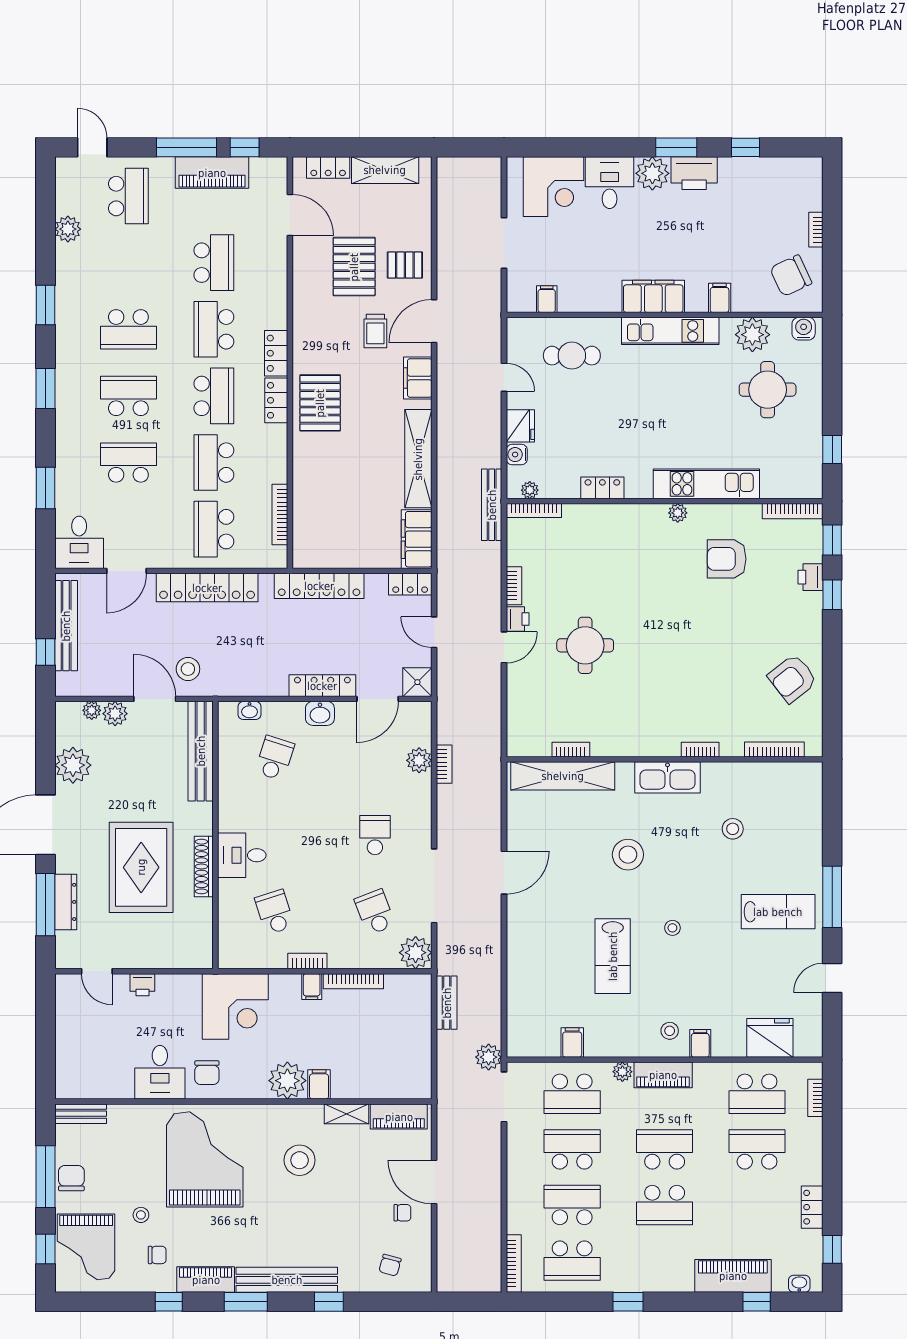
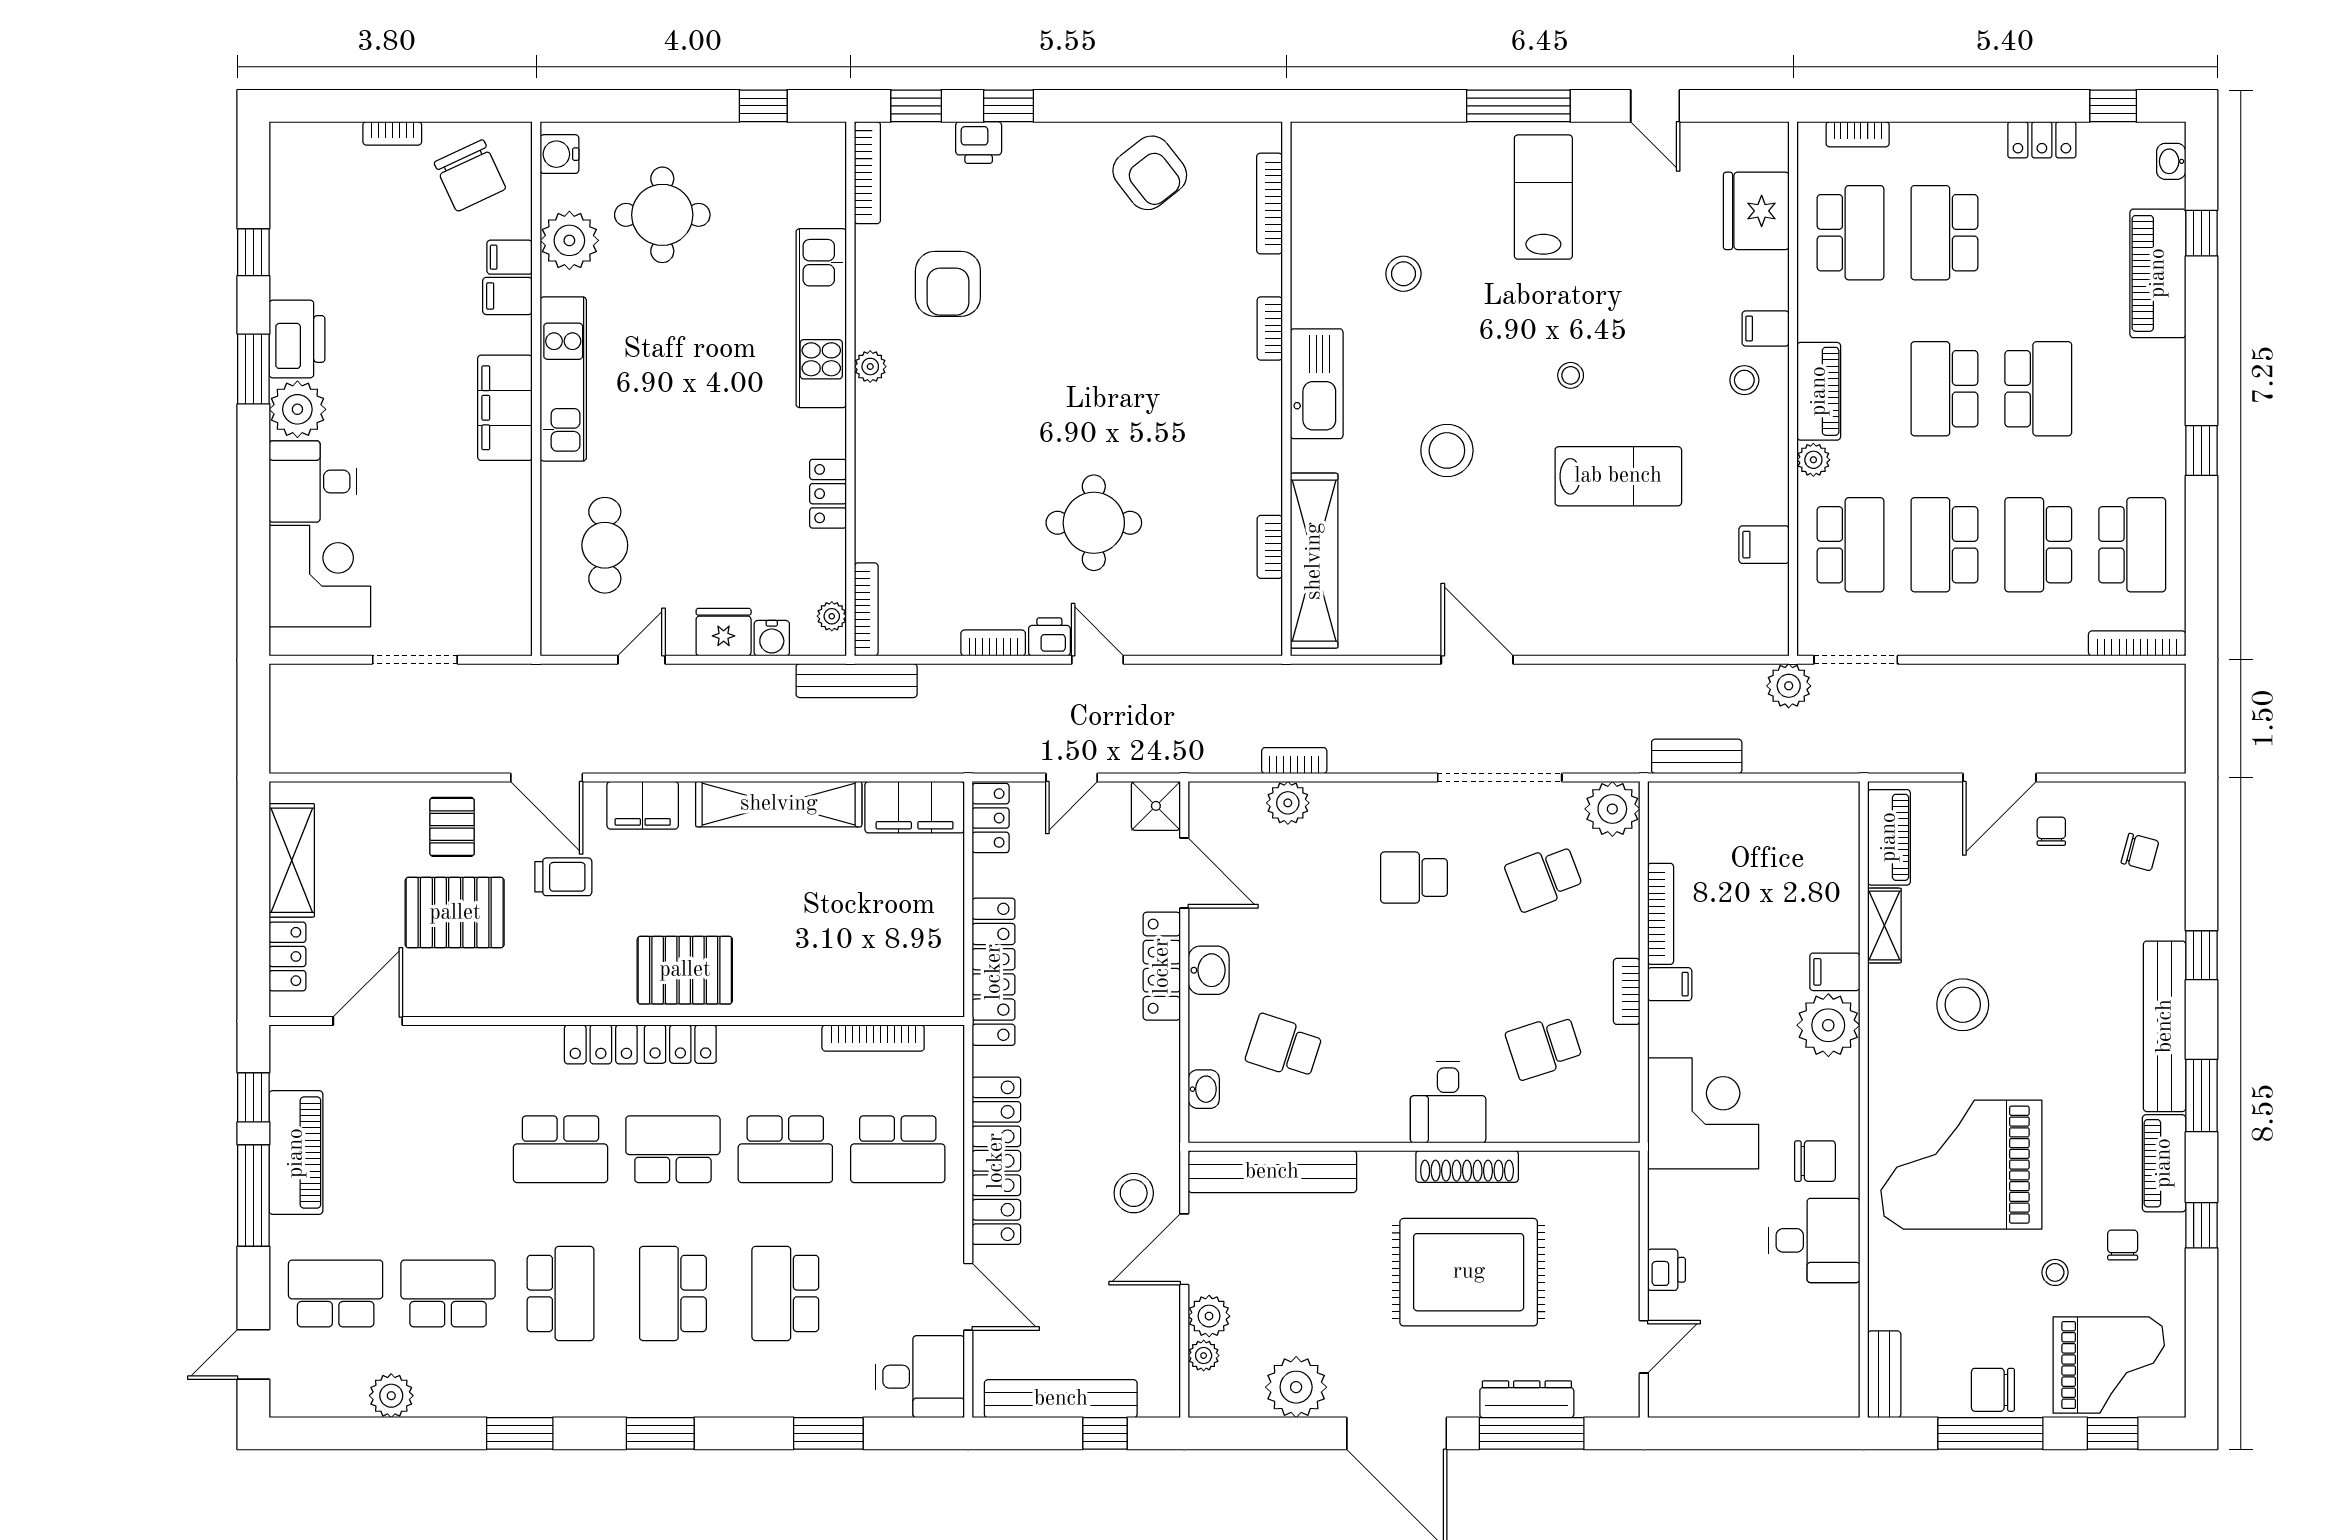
school desk: (214, 263) -> (448, 1293), moved
filing cabinet: (547, 299) -> (510, 257), moved

